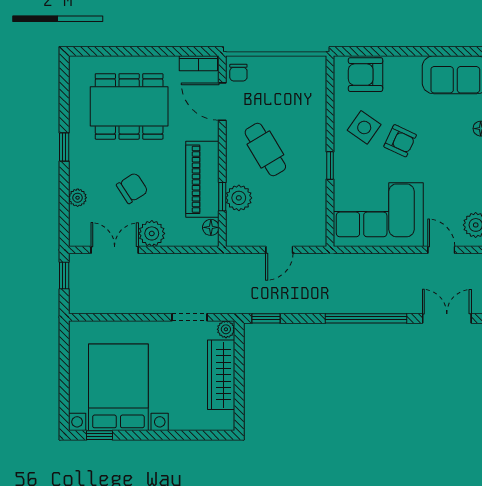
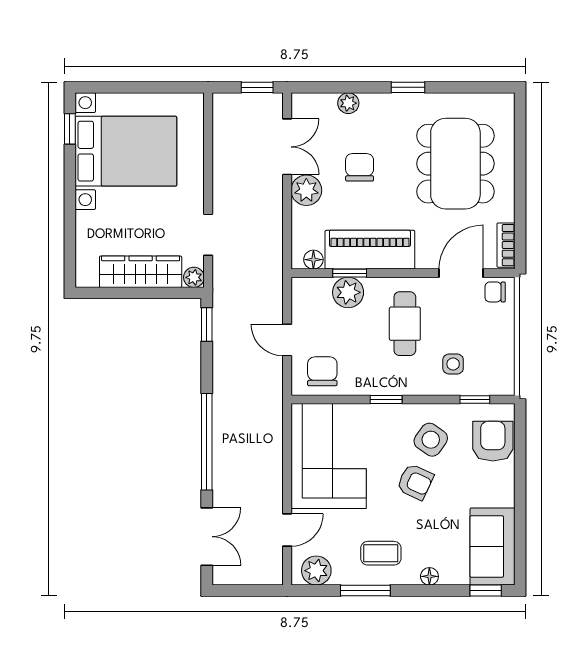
window: (330, 90) -> (475, 400), added
side table: (300, 108) -> (453, 364), added
armchair: (400, 141) -> (415, 482), turned -90
cafe table: (265, 150) -> (405, 324), turned -59
coffee table: (461, 170) -> (381, 553), added
chair: (132, 188) -> (360, 167), turned -147
chair: (306, 220) -> (322, 371), added

